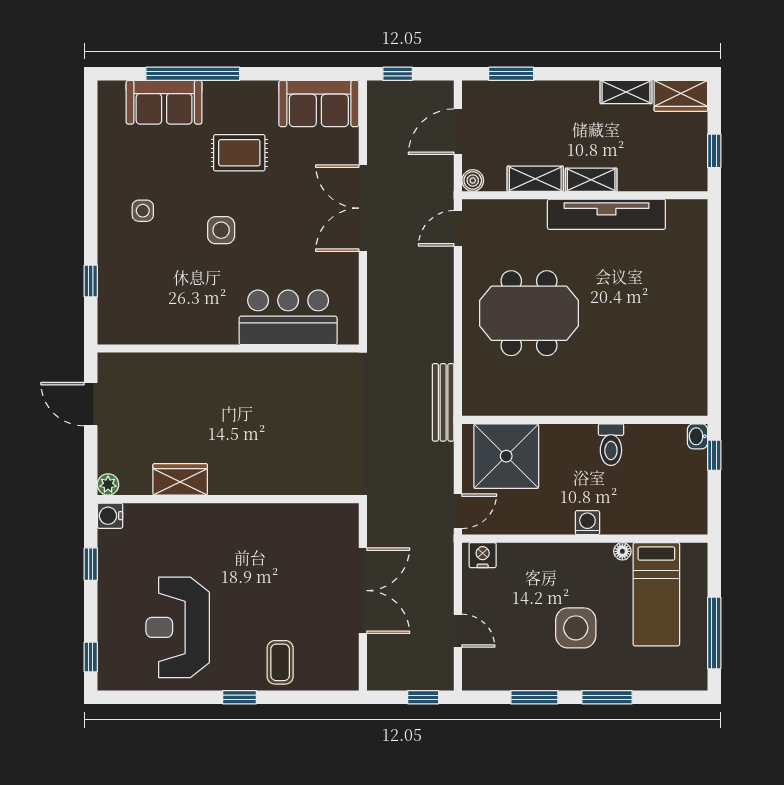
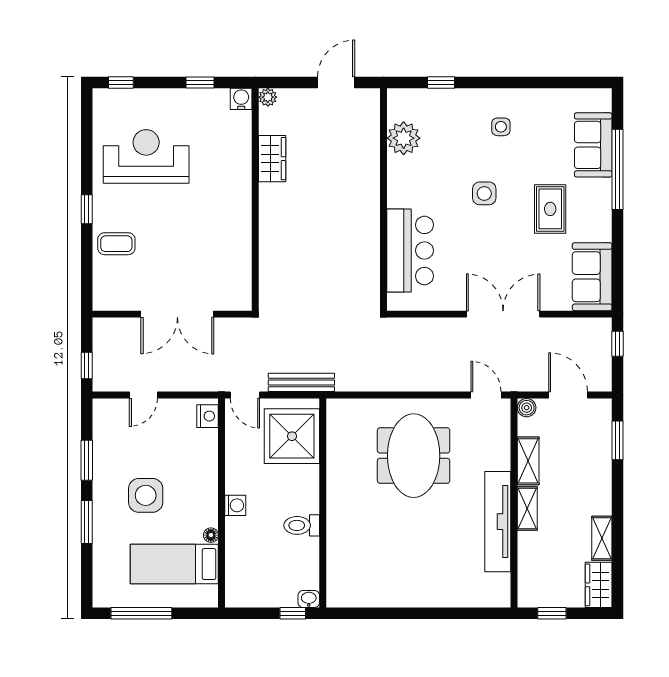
plant: (156, 325) -> (404, 138), added
bench: (443, 402) -> (301, 382), moved

